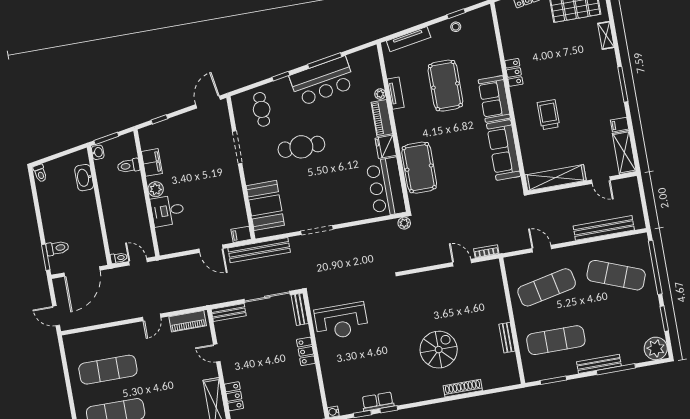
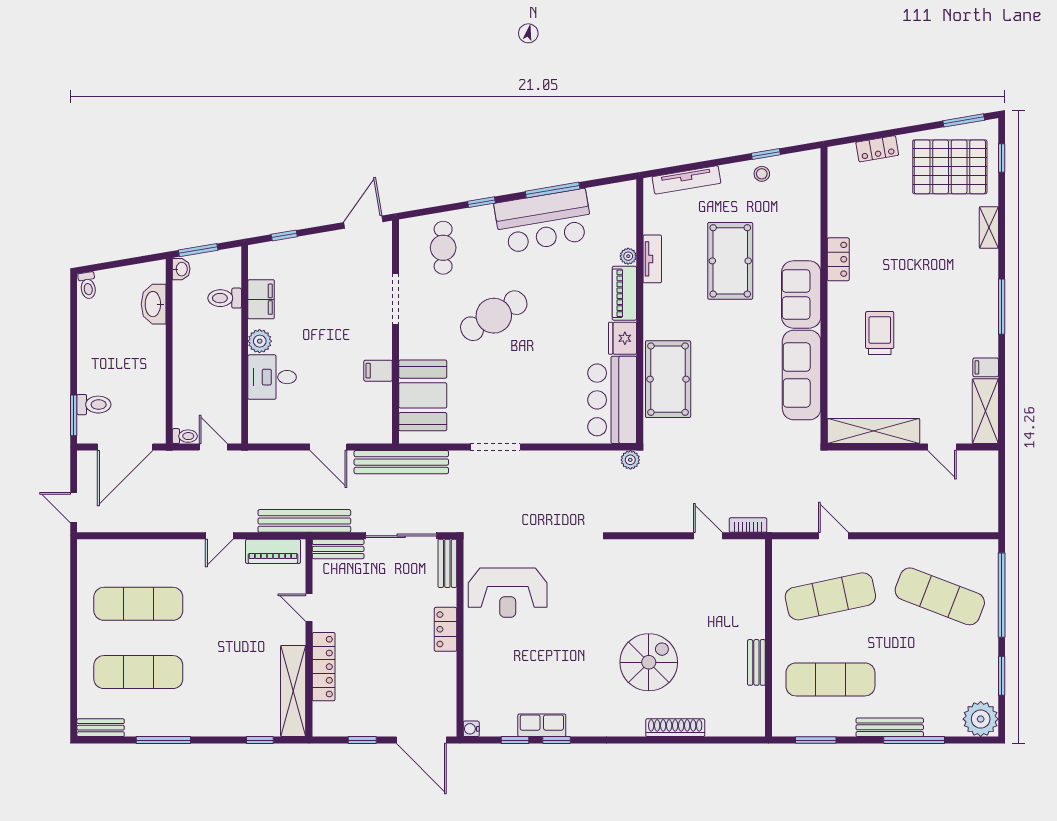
cafe table: (301, 147) -> (494, 316), turned -31
bench: (604, 228) -> (304, 521), moved
filing cabinet: (241, 234) -> (378, 371), moved
locker: (234, 396) -> (324, 667), width x1.53

